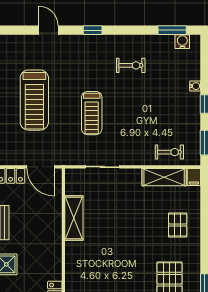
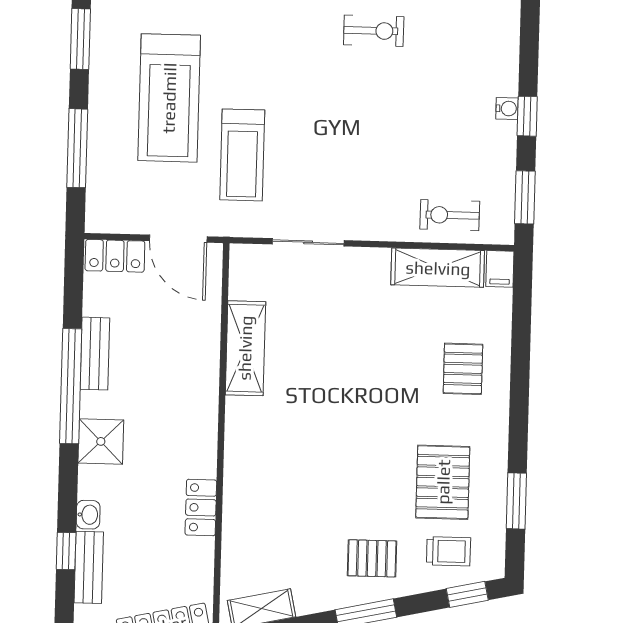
water cooler: (195, 86) -> (507, 108), moved
treadmill: (92, 113) -> (242, 155), moved
exercise bike: (169, 152) -> (450, 215), turned 180

